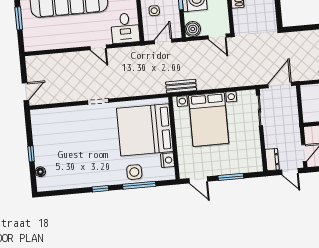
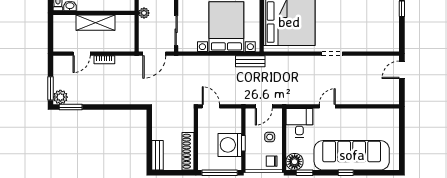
window: (19, 18) -> (402, 141), removed
boiler: (193, 29) -> (234, 116), removed
door: (98, 47) -> (327, 106), hinge flipped
plant: (294, 126) -> (144, 13), added

